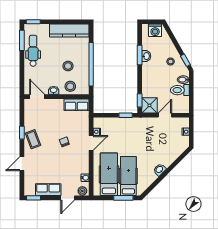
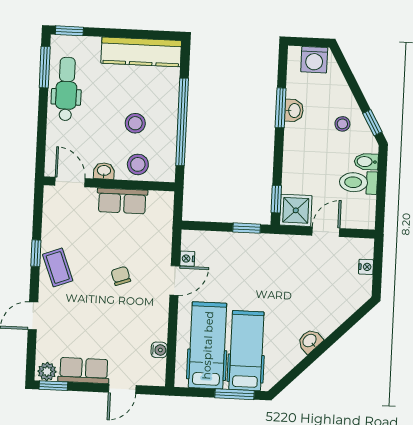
row of seats: (77, 105) -> (122, 201), moved
plant: (82, 191) -> (47, 371), moved

